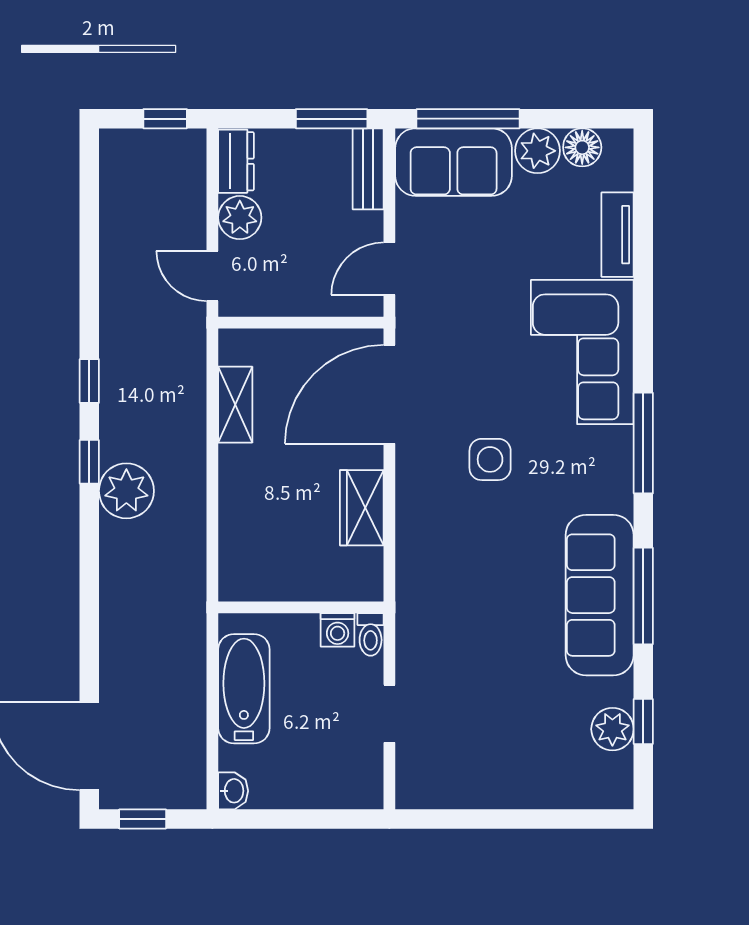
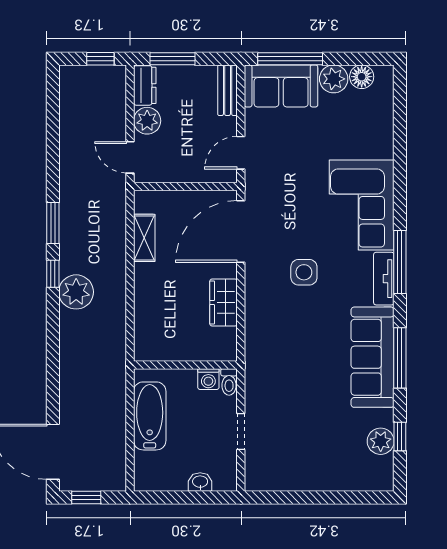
window: (332, 119) -> (172, 59), moved
tv unit: (618, 235) -> (384, 279), moved
window: (89, 381) -> (53, 223), width x1.50
washbasin: (233, 791) -> (200, 482), moved, turned -90

